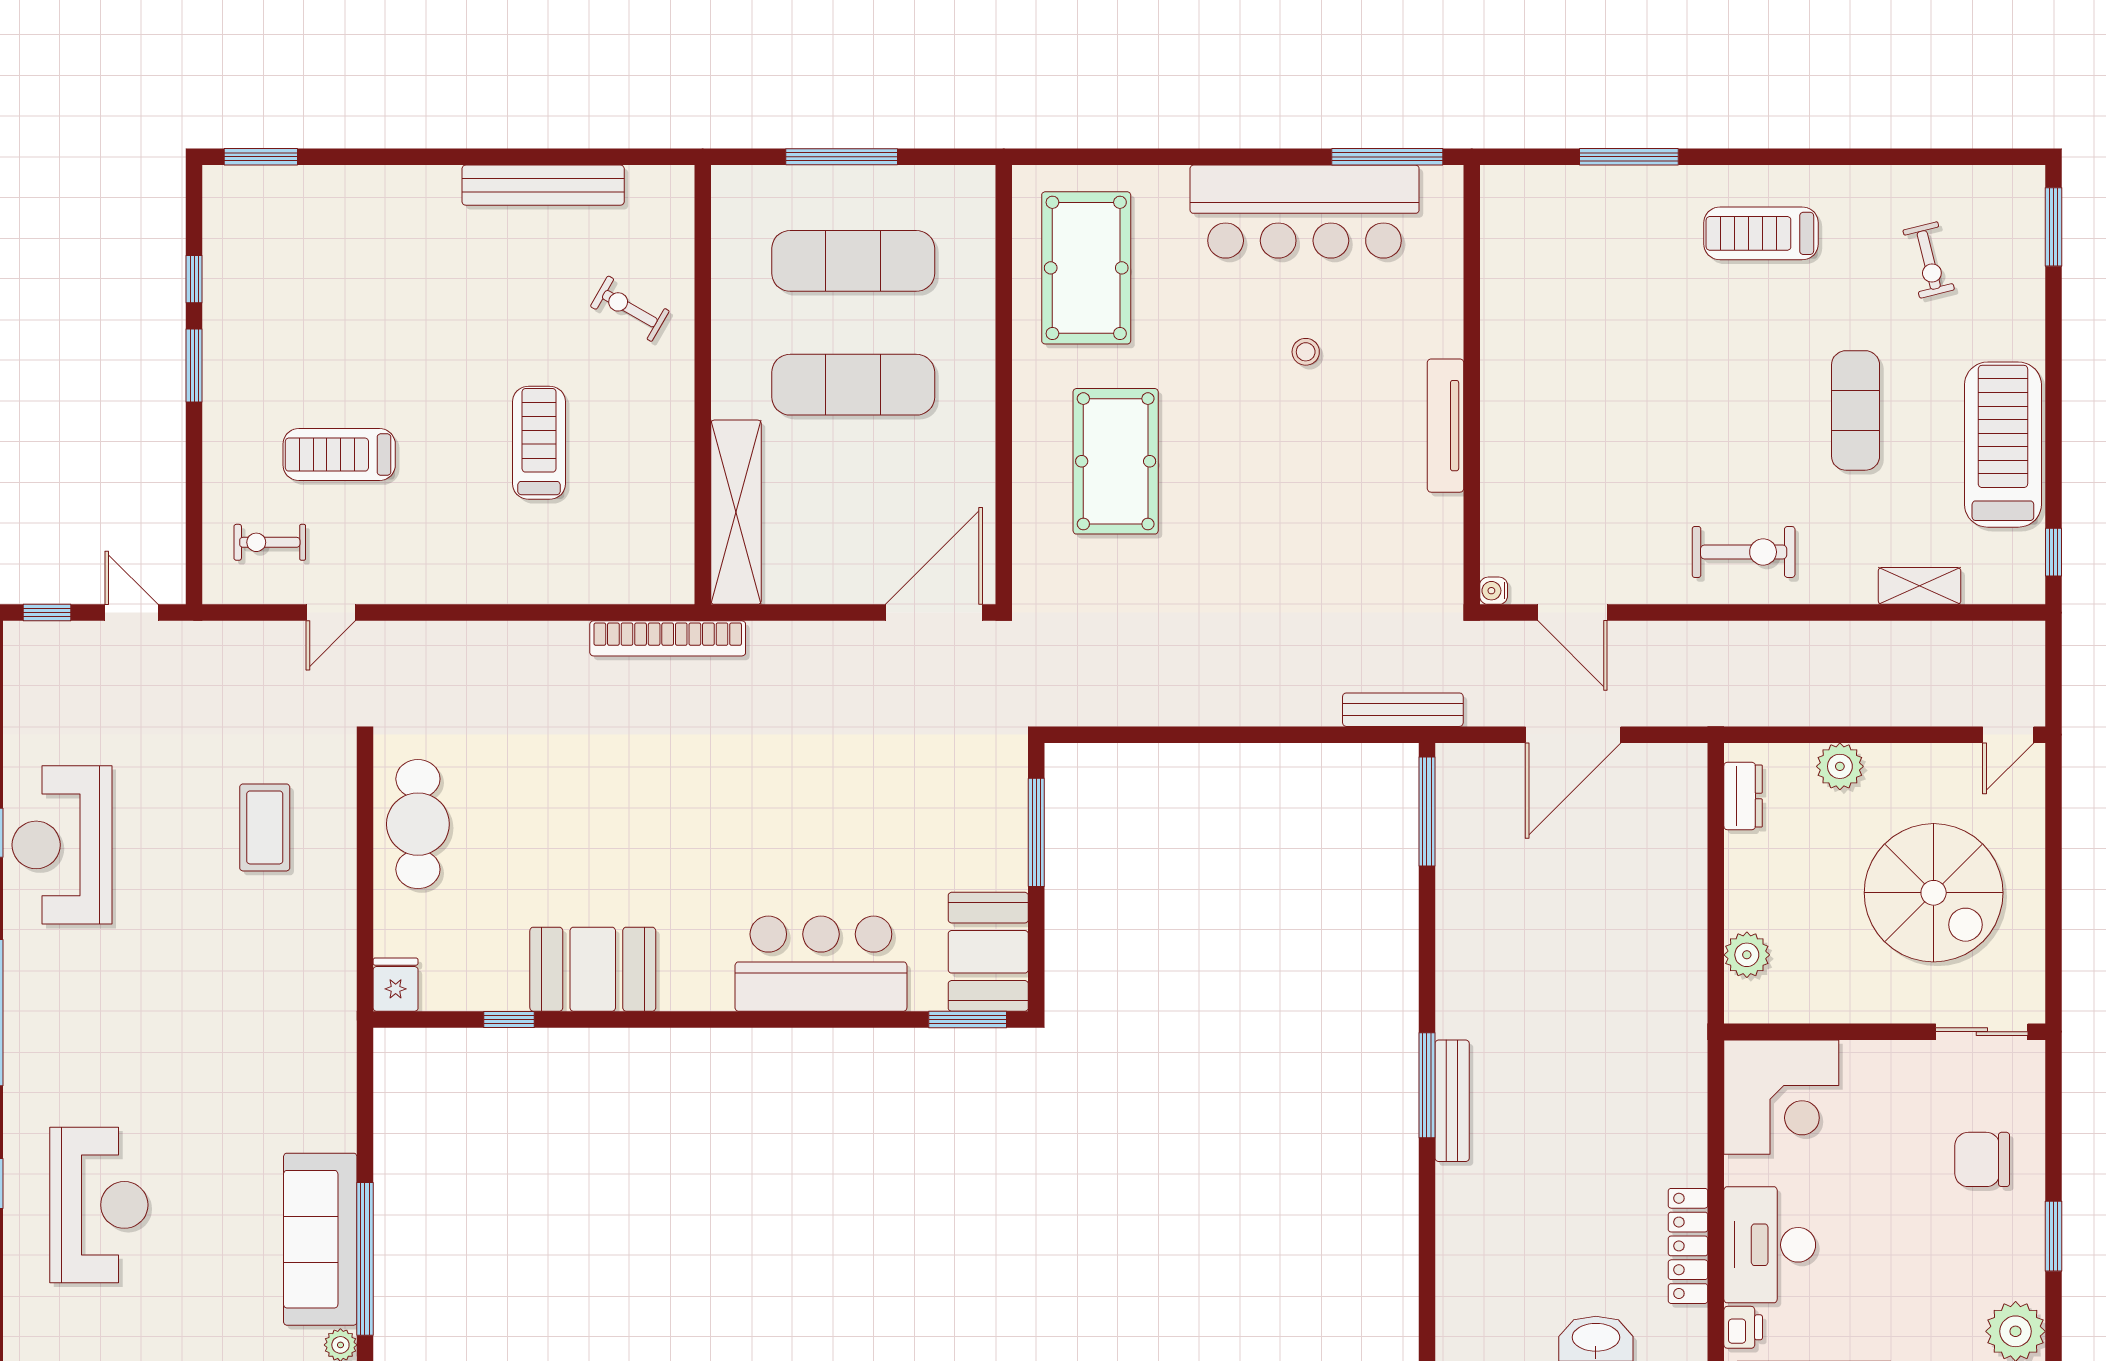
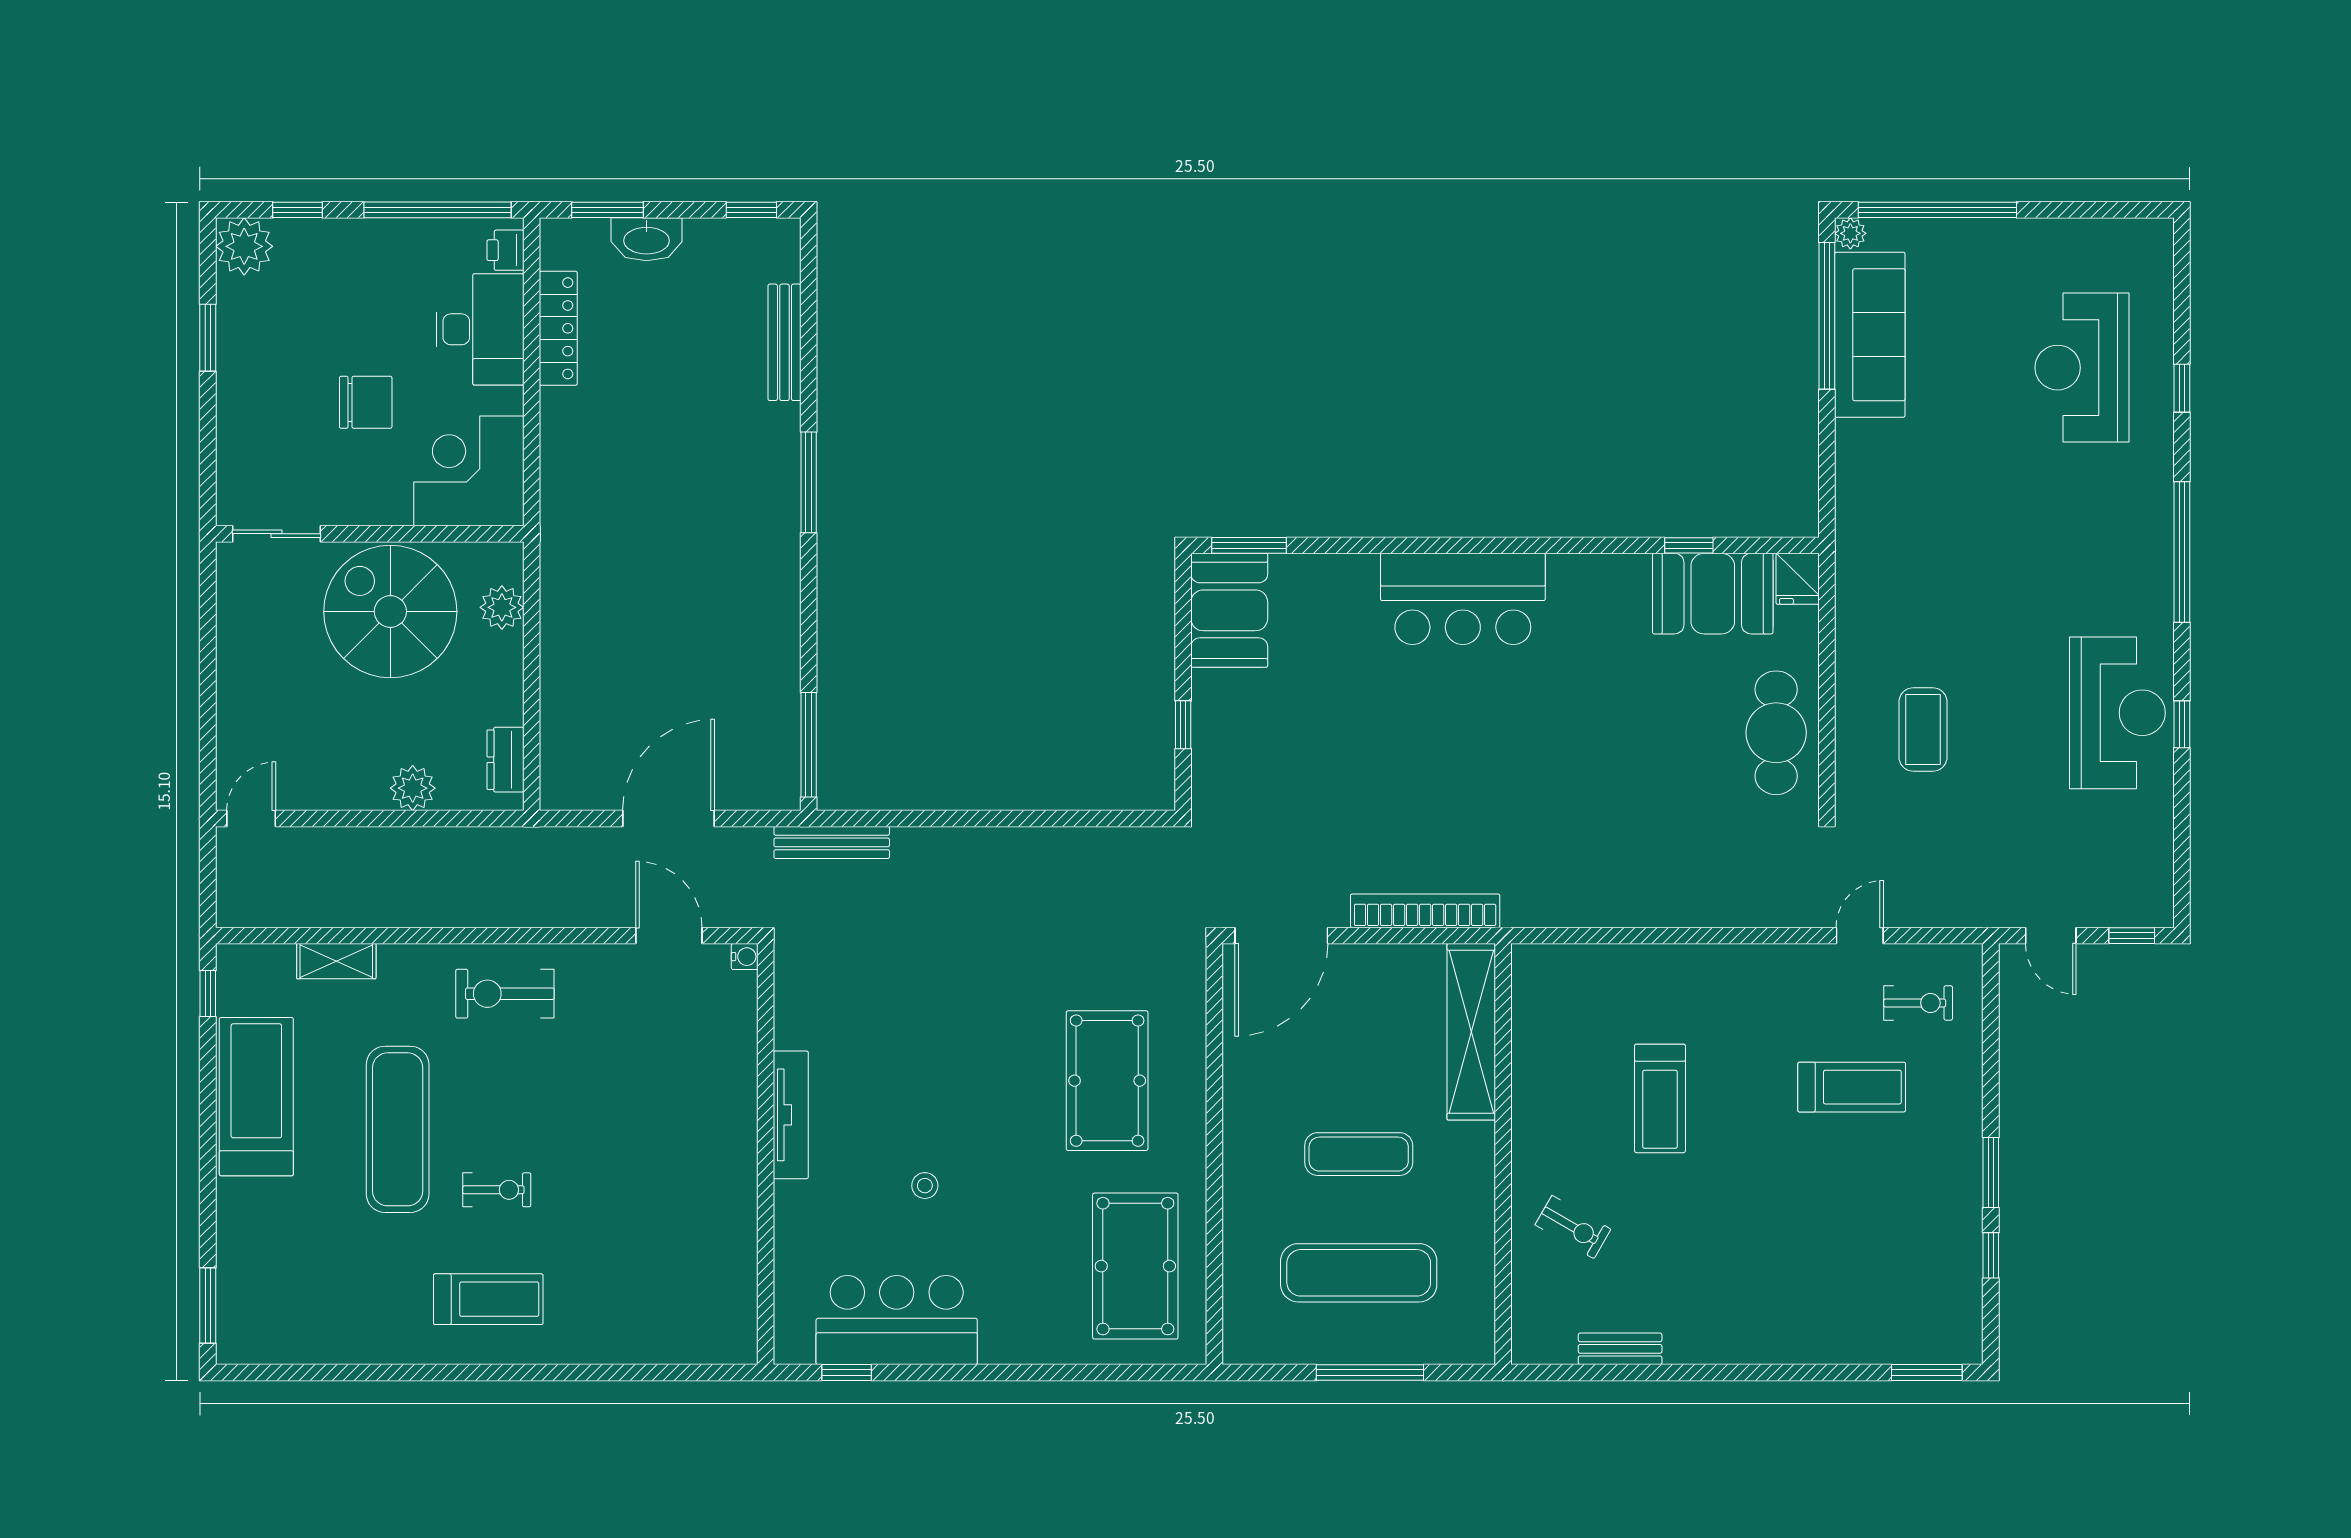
window: (1387, 157) -> (847, 1373), width x0.46
window: (1629, 157) -> (615, 1373), removed
bench: (543, 185) -> (1620, 1349), width x0.54, depth x0.82
bar counter: (1305, 212) -> (897, 1320), width x0.73
exercise bike: (1929, 260) -> (497, 1190), moved, turned 104
exercise mat: (853, 385) -> (1359, 1154), width x0.73, depth x0.69
exercise mat: (1856, 410) -> (398, 1129), width x1.36, depth x1.45
treadmill: (2003, 445) -> (256, 1097), turned 180
bookcase: (668, 638) -> (1425, 911), moved
window: (1036, 832) -> (1183, 725), width x0.46
spiral stairs: (1934, 893) -> (390, 612), moved
bar counter: (821, 964) -> (1463, 599), moved
booth: (593, 969) -> (1713, 594), moved
bench: (1452, 1101) -> (784, 342), moved
chair: (1982, 1159) -> (366, 402), moved

